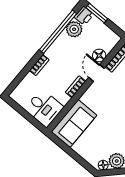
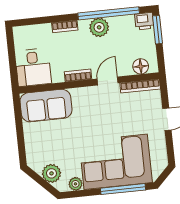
plant: (74, 29) -> (99, 27), moved
floor lamp: (99, 55) -> (141, 66), moved
floor lamp: (103, 165) -> (36, 166), removed

